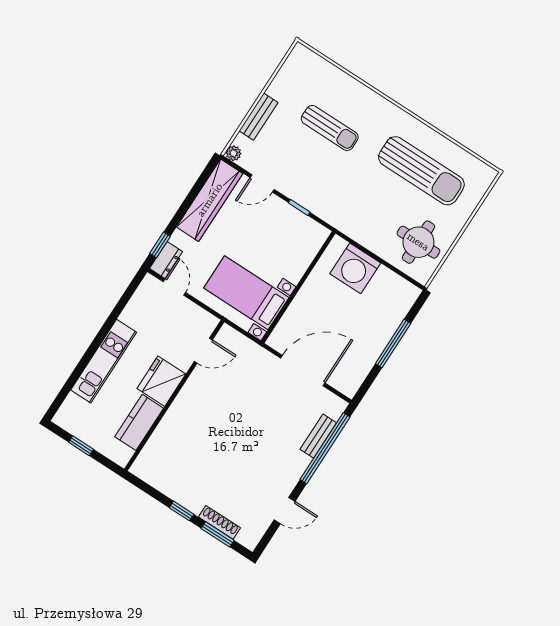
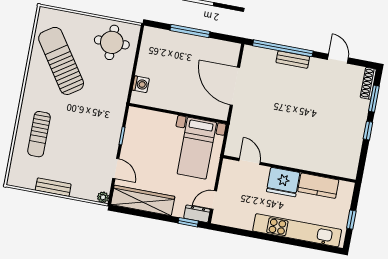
bench: (258, 117) -> (53, 187), moved
sun lounger: (330, 128) -> (39, 134), moved, turned 180
sun lounger: (421, 171) -> (61, 61), turned -34
washing machine: (355, 268) -> (141, 84), width x0.53, depth x0.53
kitchen unit: (104, 361) -> (297, 230), width x1.36
bench: (318, 436) -> (293, 60), moved
shoe rack: (219, 522) -> (368, 83), moved

